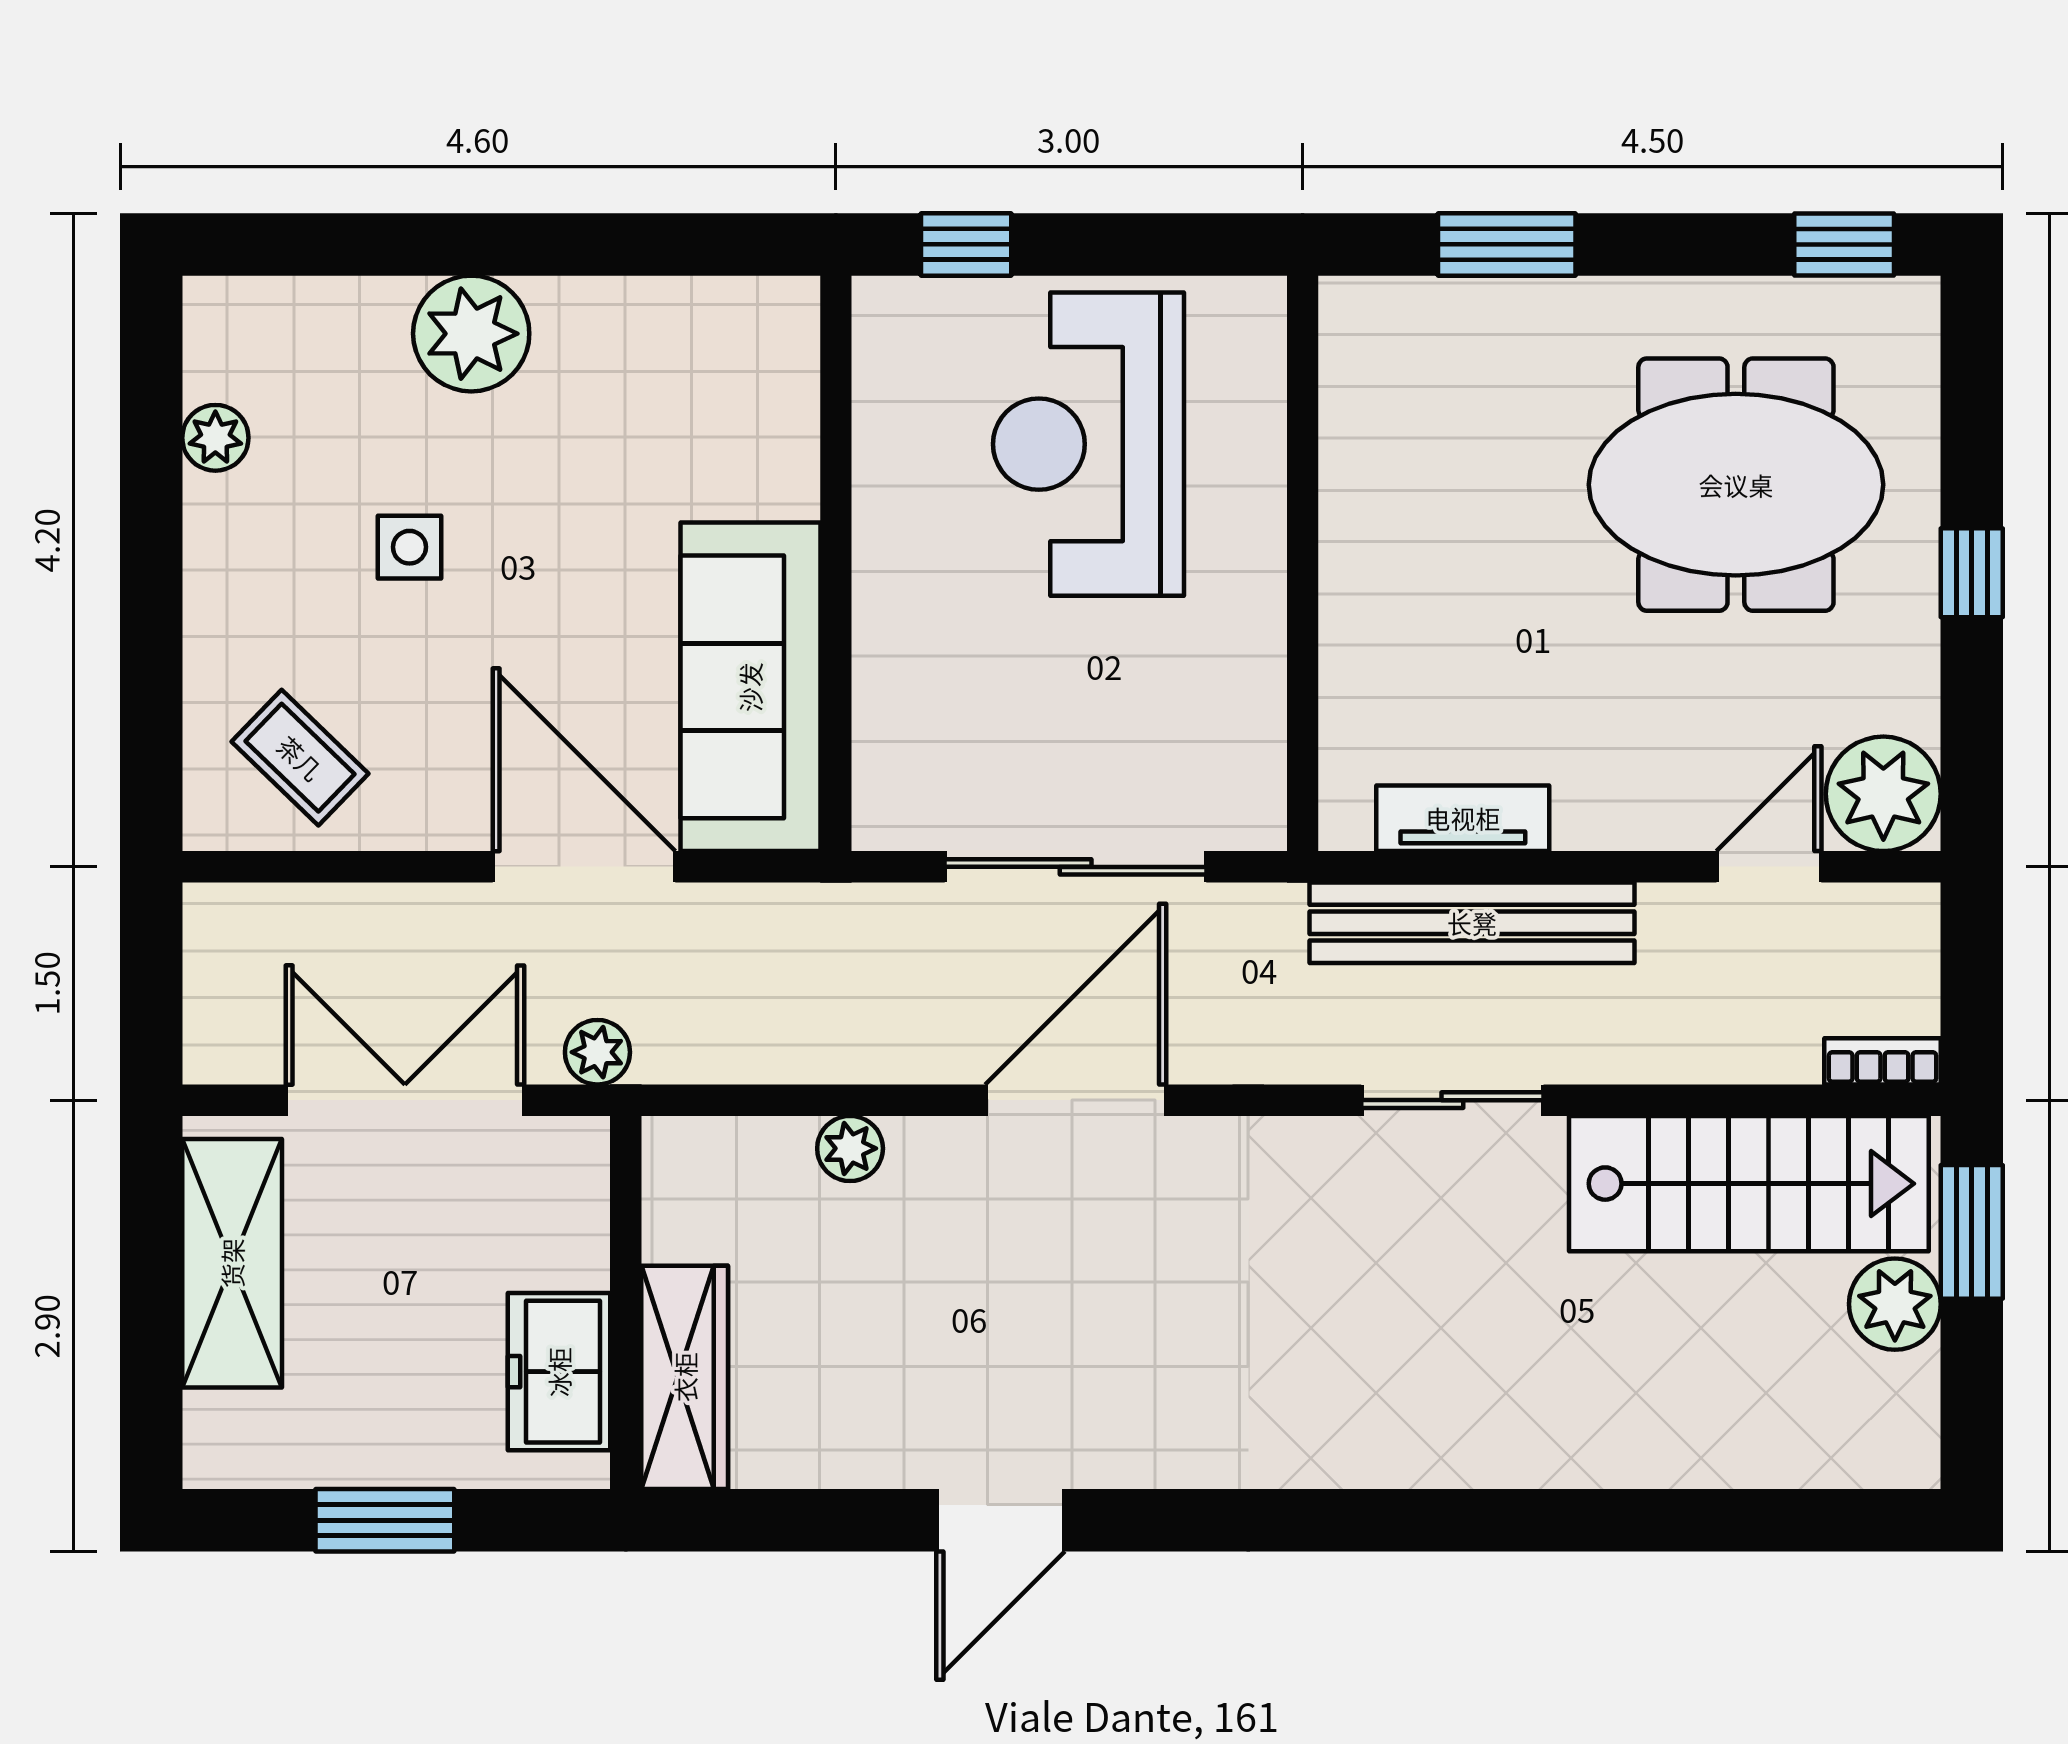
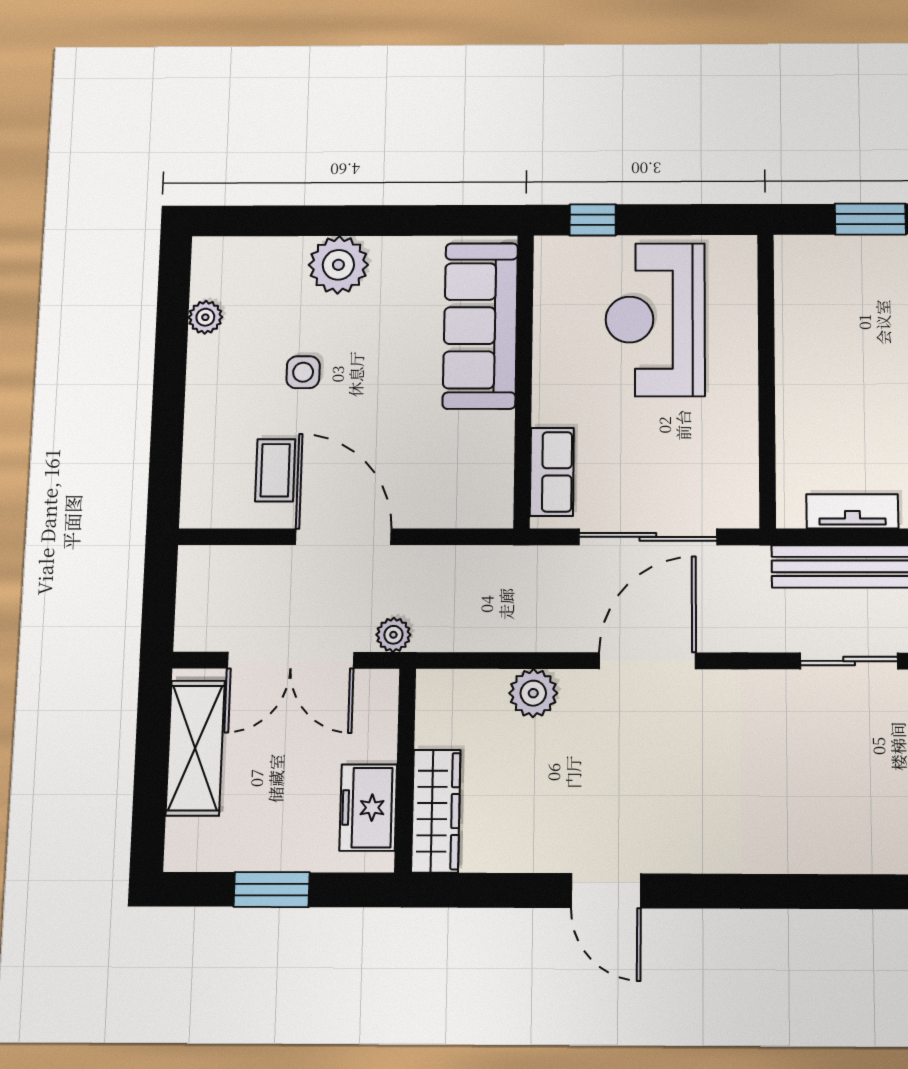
sofa: (750, 687) -> (480, 326), moved
row of seats: (892, 742) -> (552, 472), added
coffee table: (300, 758) -> (275, 470), moved, turned 46
door: (584, 867) -> (343, 537), moved
double door: (405, 1100) -> (291, 660), swing flipped
plant: (850, 1148) -> (533, 693), width x1.38, depth x1.38
door: (1001, 1520) -> (606, 891), hinge flipped

